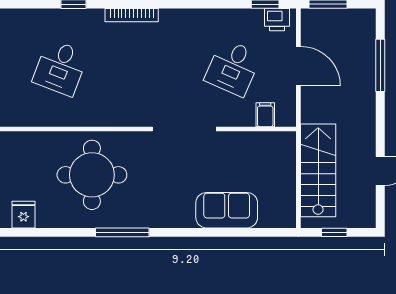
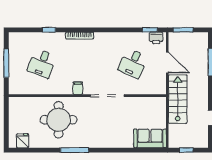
filing cabinet: (265, 115) -> (78, 88), moved
stairs: (318, 170) -> (178, 99), moved
sofa: (227, 210) -> (150, 138), moved

